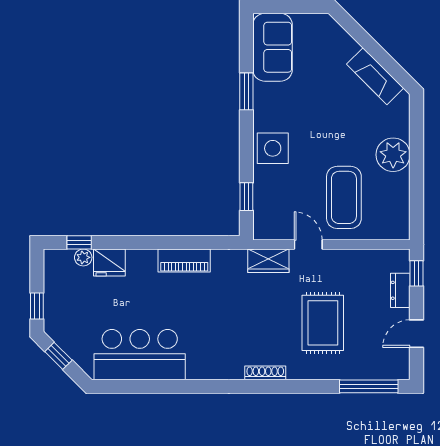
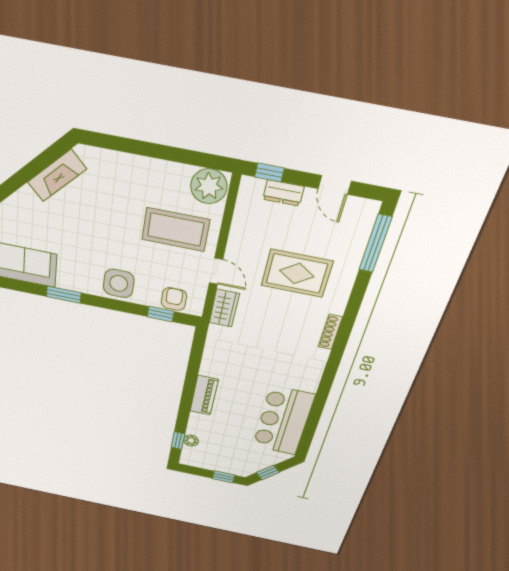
plant: (393, 155) -> (209, 186), moved
armchair: (267, 208) -> (174, 299), added
door: (308, 245) -> (216, 271), swing flipped
piano: (184, 260) -> (204, 395), moved
fridge: (109, 262) -> (199, 425), removed

